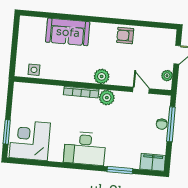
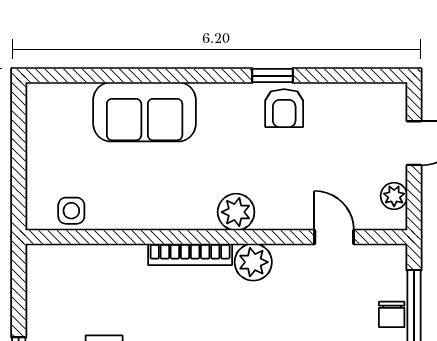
window: (122, 22) -> (272, 76), added
armchair: (125, 36) -> (284, 108), turned -90

